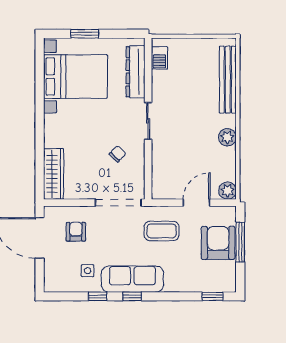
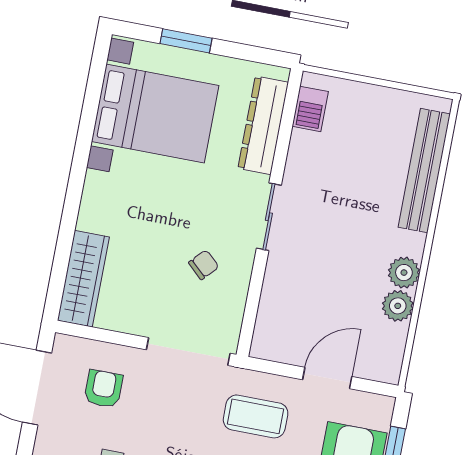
plant: (227, 191) -> (398, 306), moved

